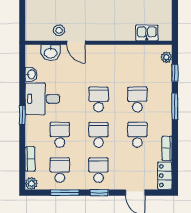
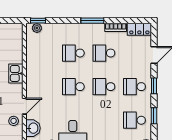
kitchen sink: (147, 33) -> (16, 73), moved
window: (175, 73) -> (38, 21), moved
window: (175, 106) -> (92, 21), moved
school desk: (60, 135) -> (104, 120), removed
window: (65, 193) -> (154, 116), width x0.67

